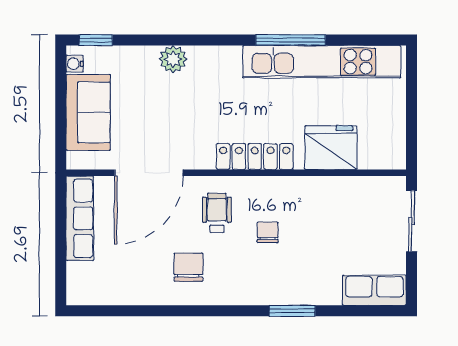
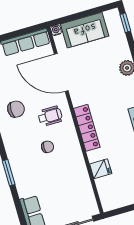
water cooler: (75, 64) -> (56, 30), moved
fridge: (331, 148) -> (101, 169), width x0.53, depth x0.75

